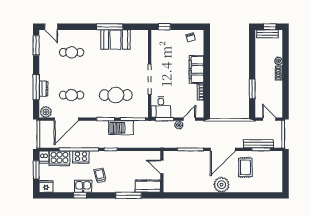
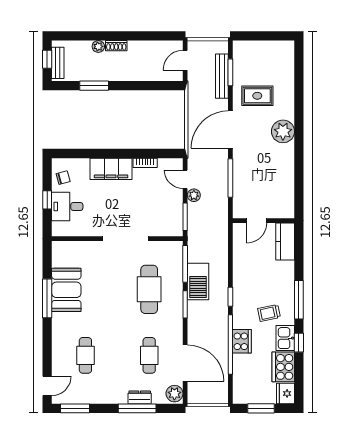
window: (164, 27) -> (47, 200), moved
window: (252, 89) -> (94, 86), moved
desk: (161, 107) -> (67, 206), moved, turned 180
door: (223, 149) -> (230, 130), swing flipped
dishwasher: (44, 157) -> (242, 397), removed
cooker: (59, 158) -> (283, 367), moved, turned 180
window: (129, 195) -> (299, 300), moved

